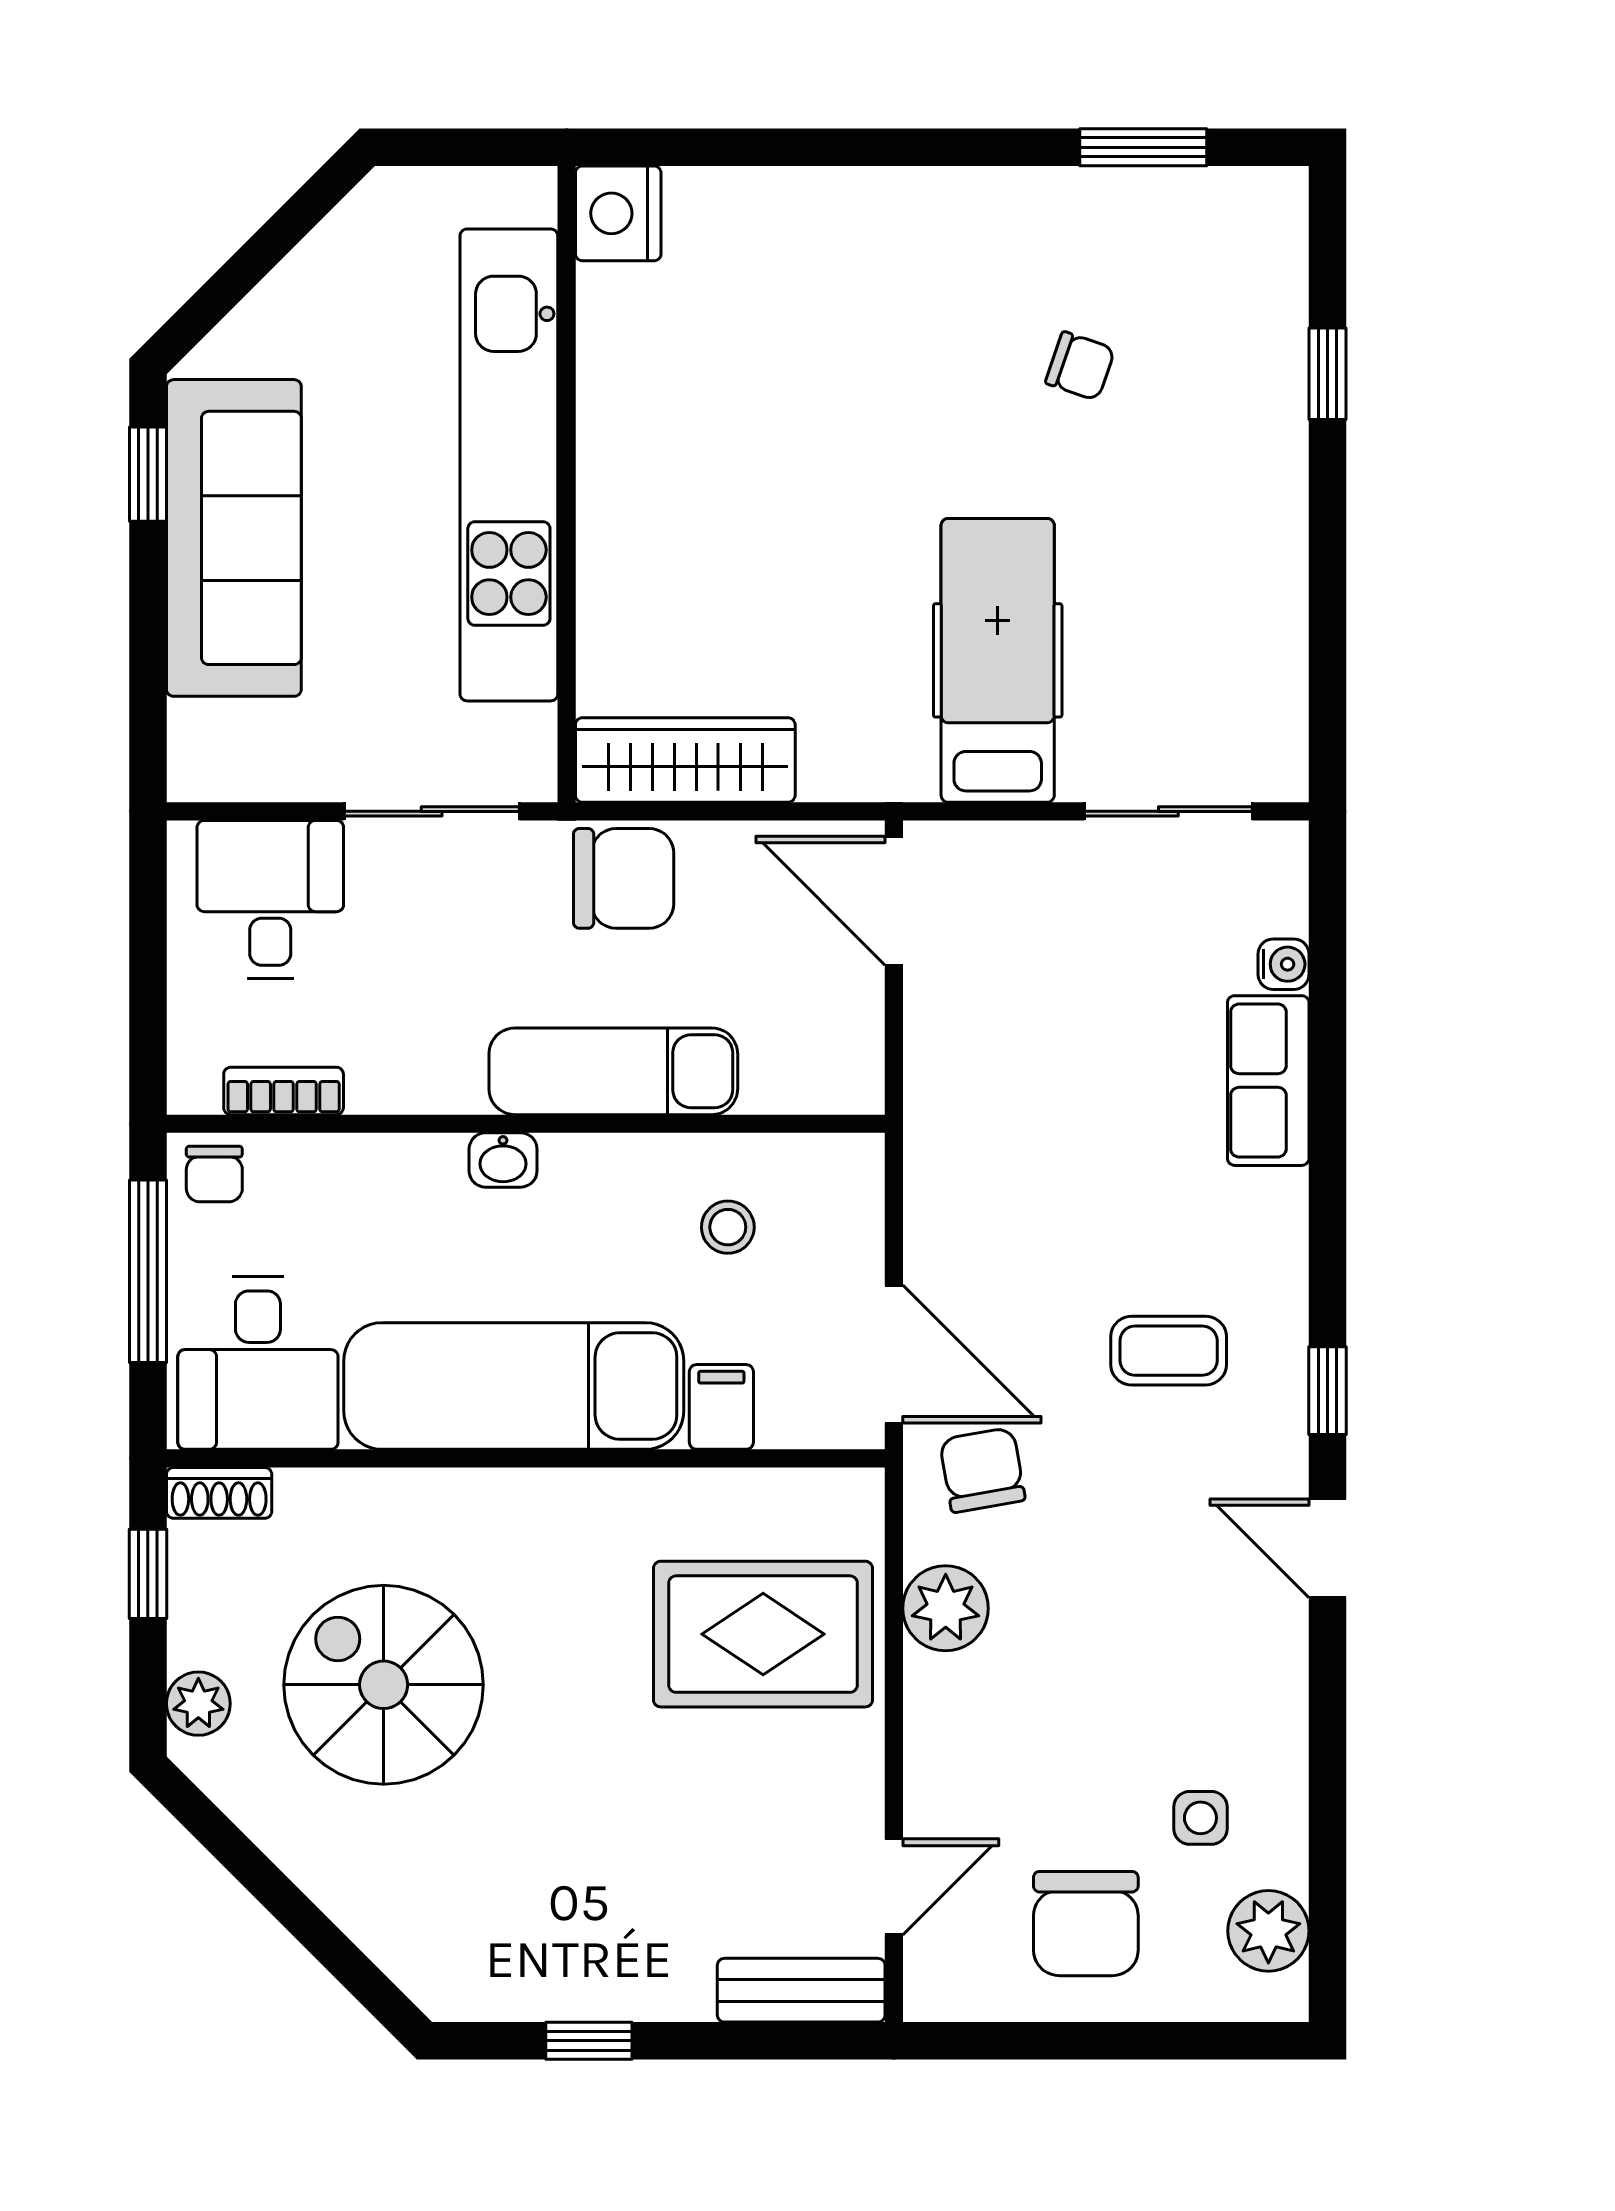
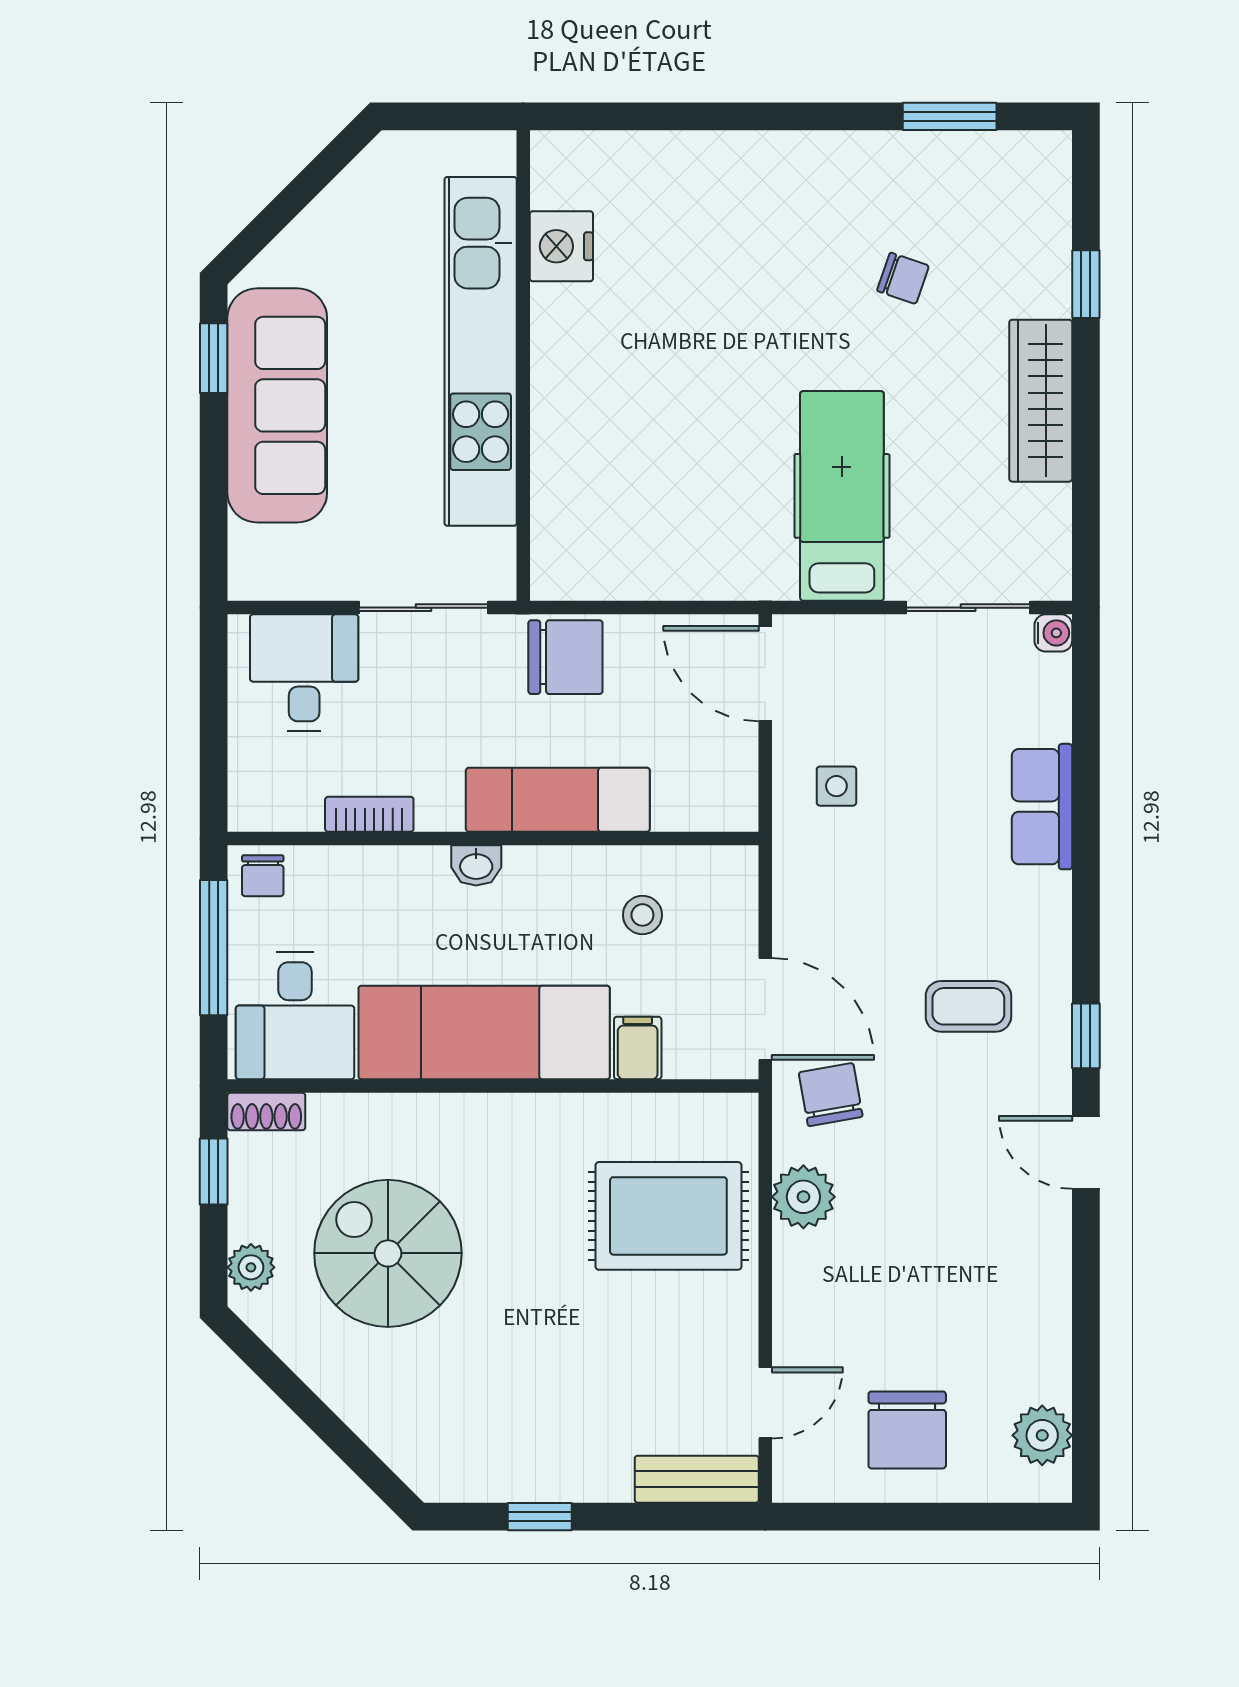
nightstand: (618, 213) -> (561, 246), moved
wardrobe: (685, 760) -> (1041, 401), moved, turned -90
water cooler: (1284, 964) -> (1053, 633), moved
bookcase: (284, 1091) -> (369, 814), moved
side table: (1200, 1818) -> (836, 786), moved

